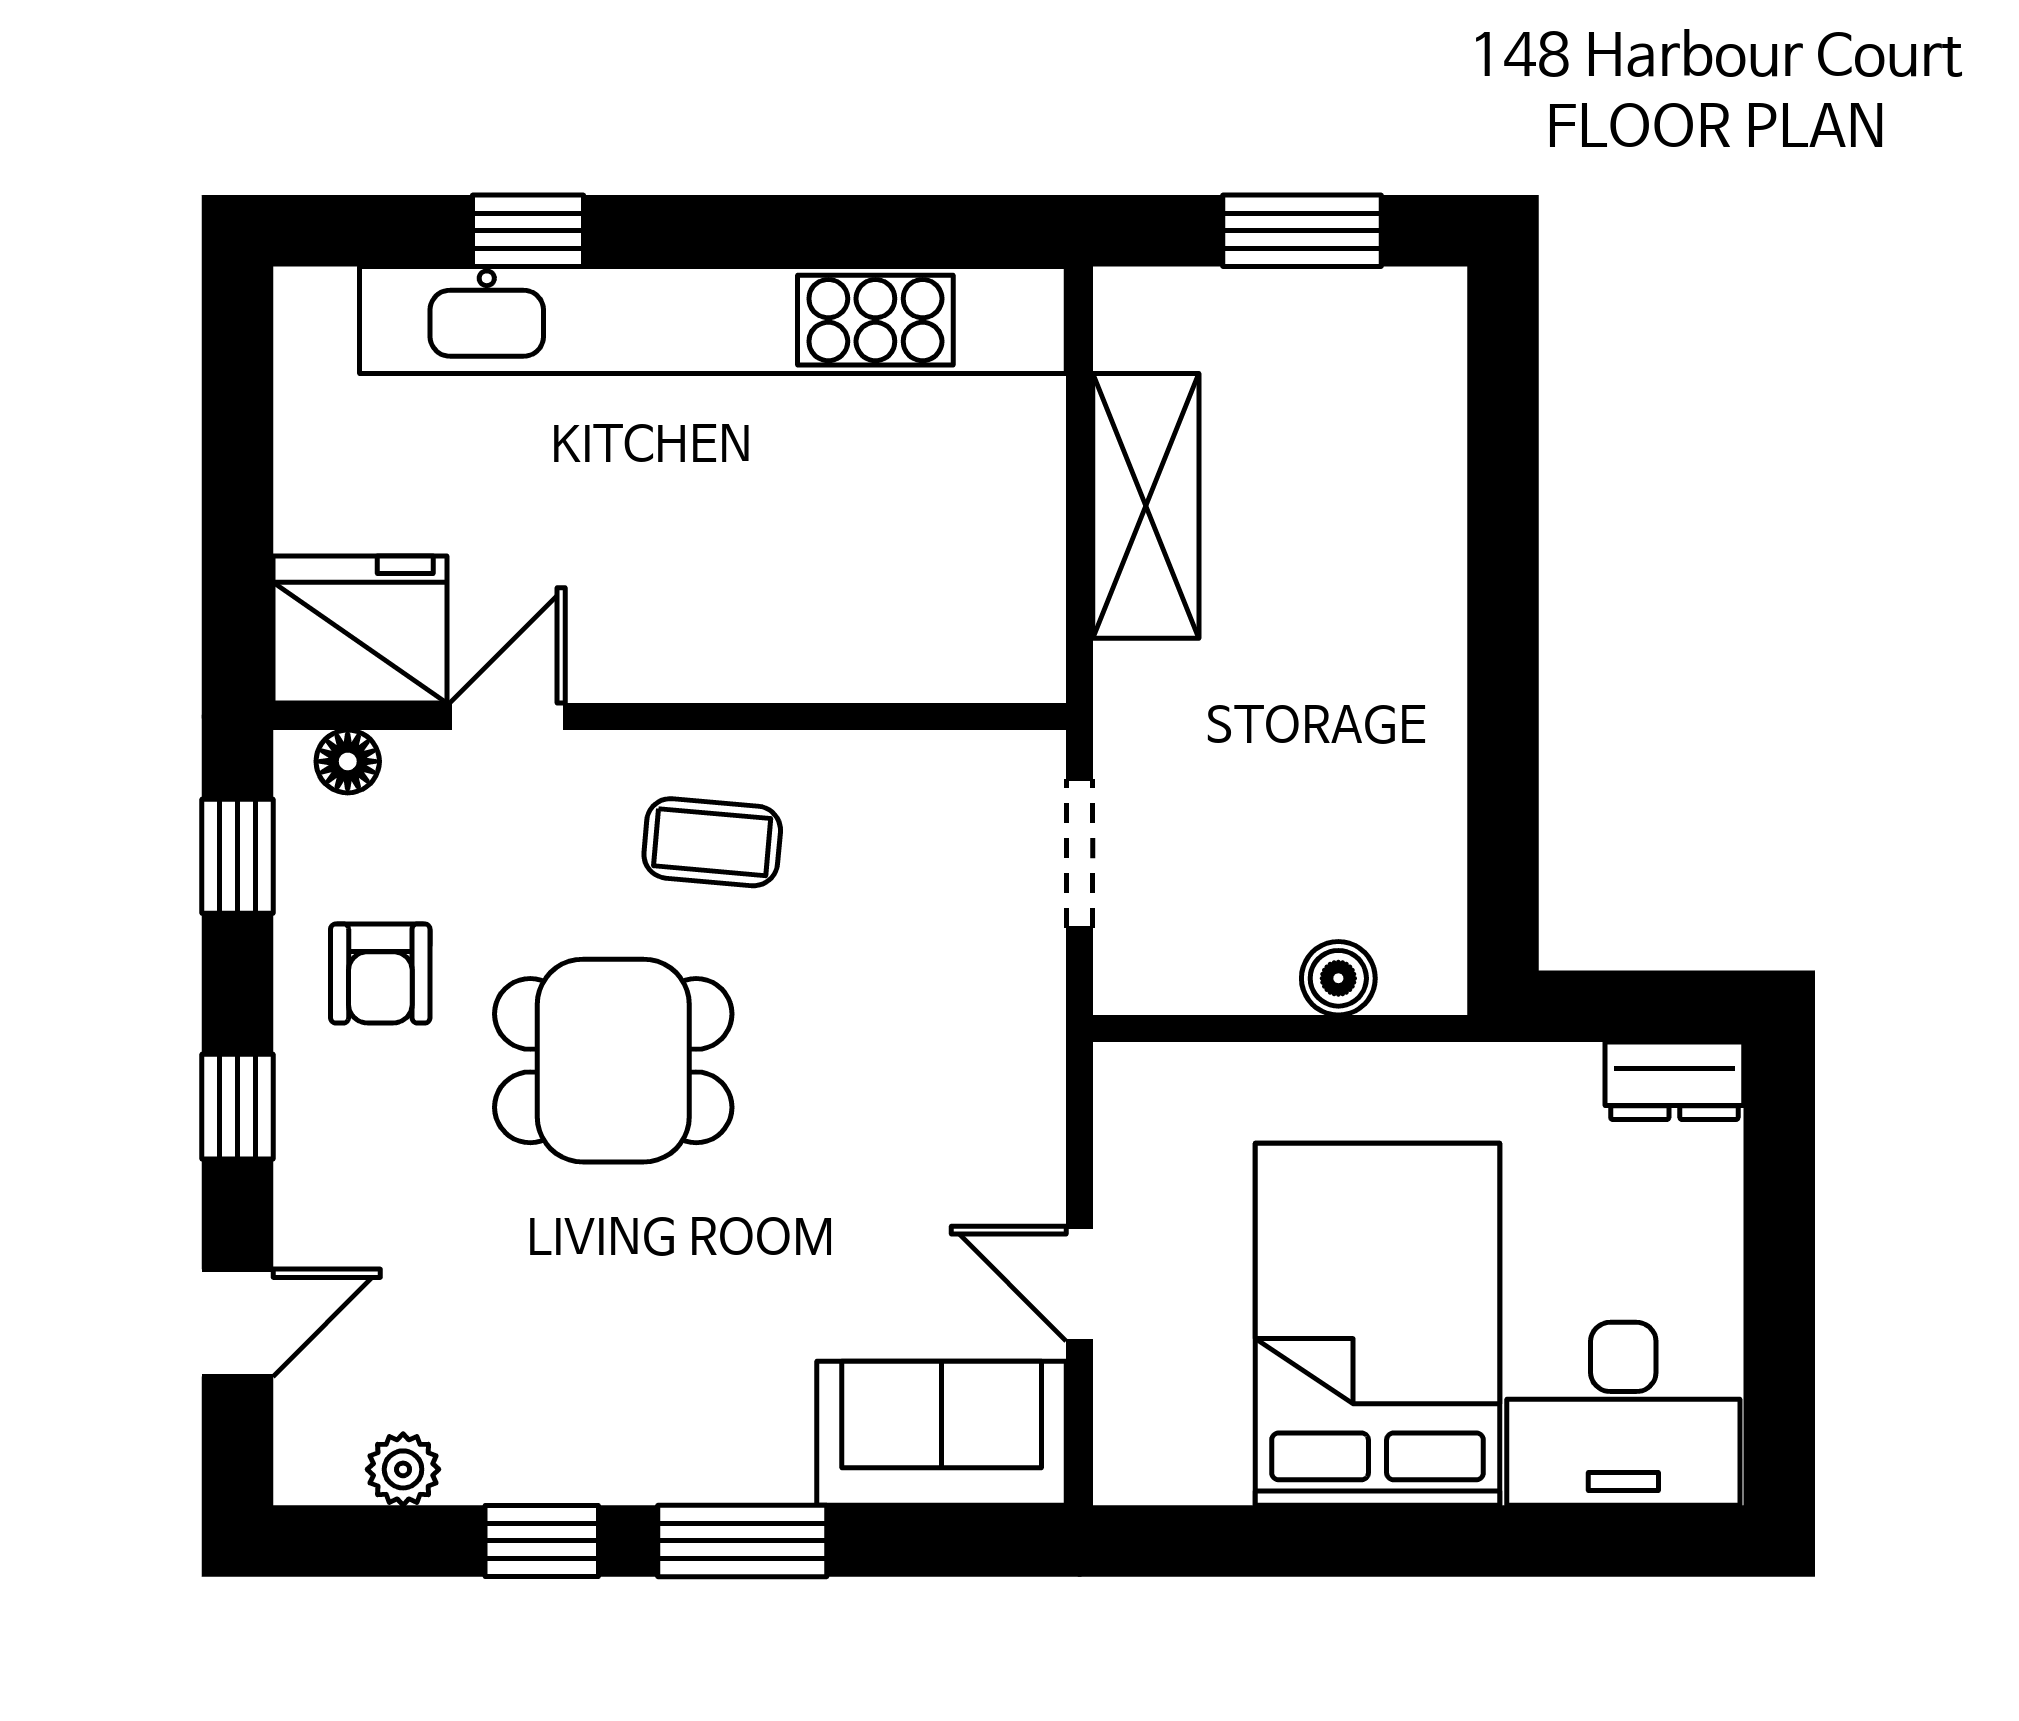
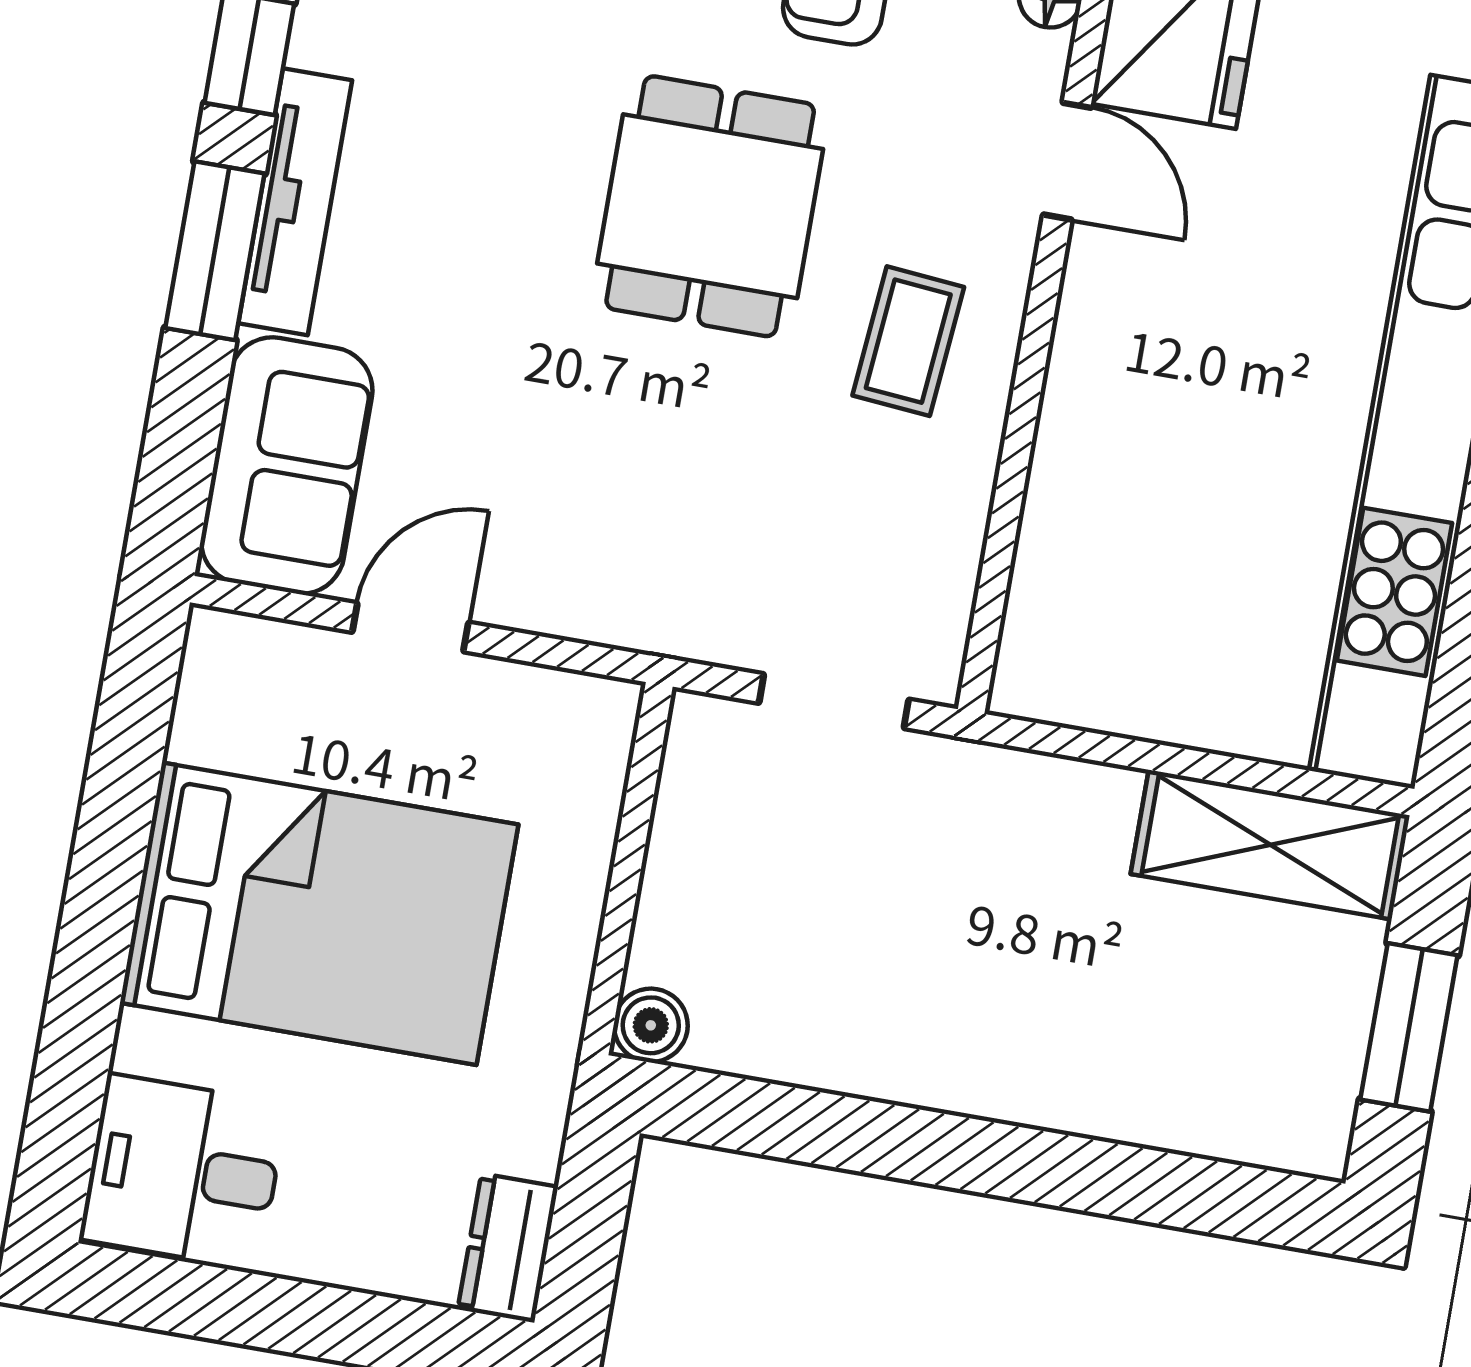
shelving: (1146, 506) -> (1270, 845), moved
boiler: (1338, 978) -> (651, 1025), moved
desk: (1623, 1414) -> (183, 1172), width x0.73
tv unit: (680, 1470) -> (295, 202), added

